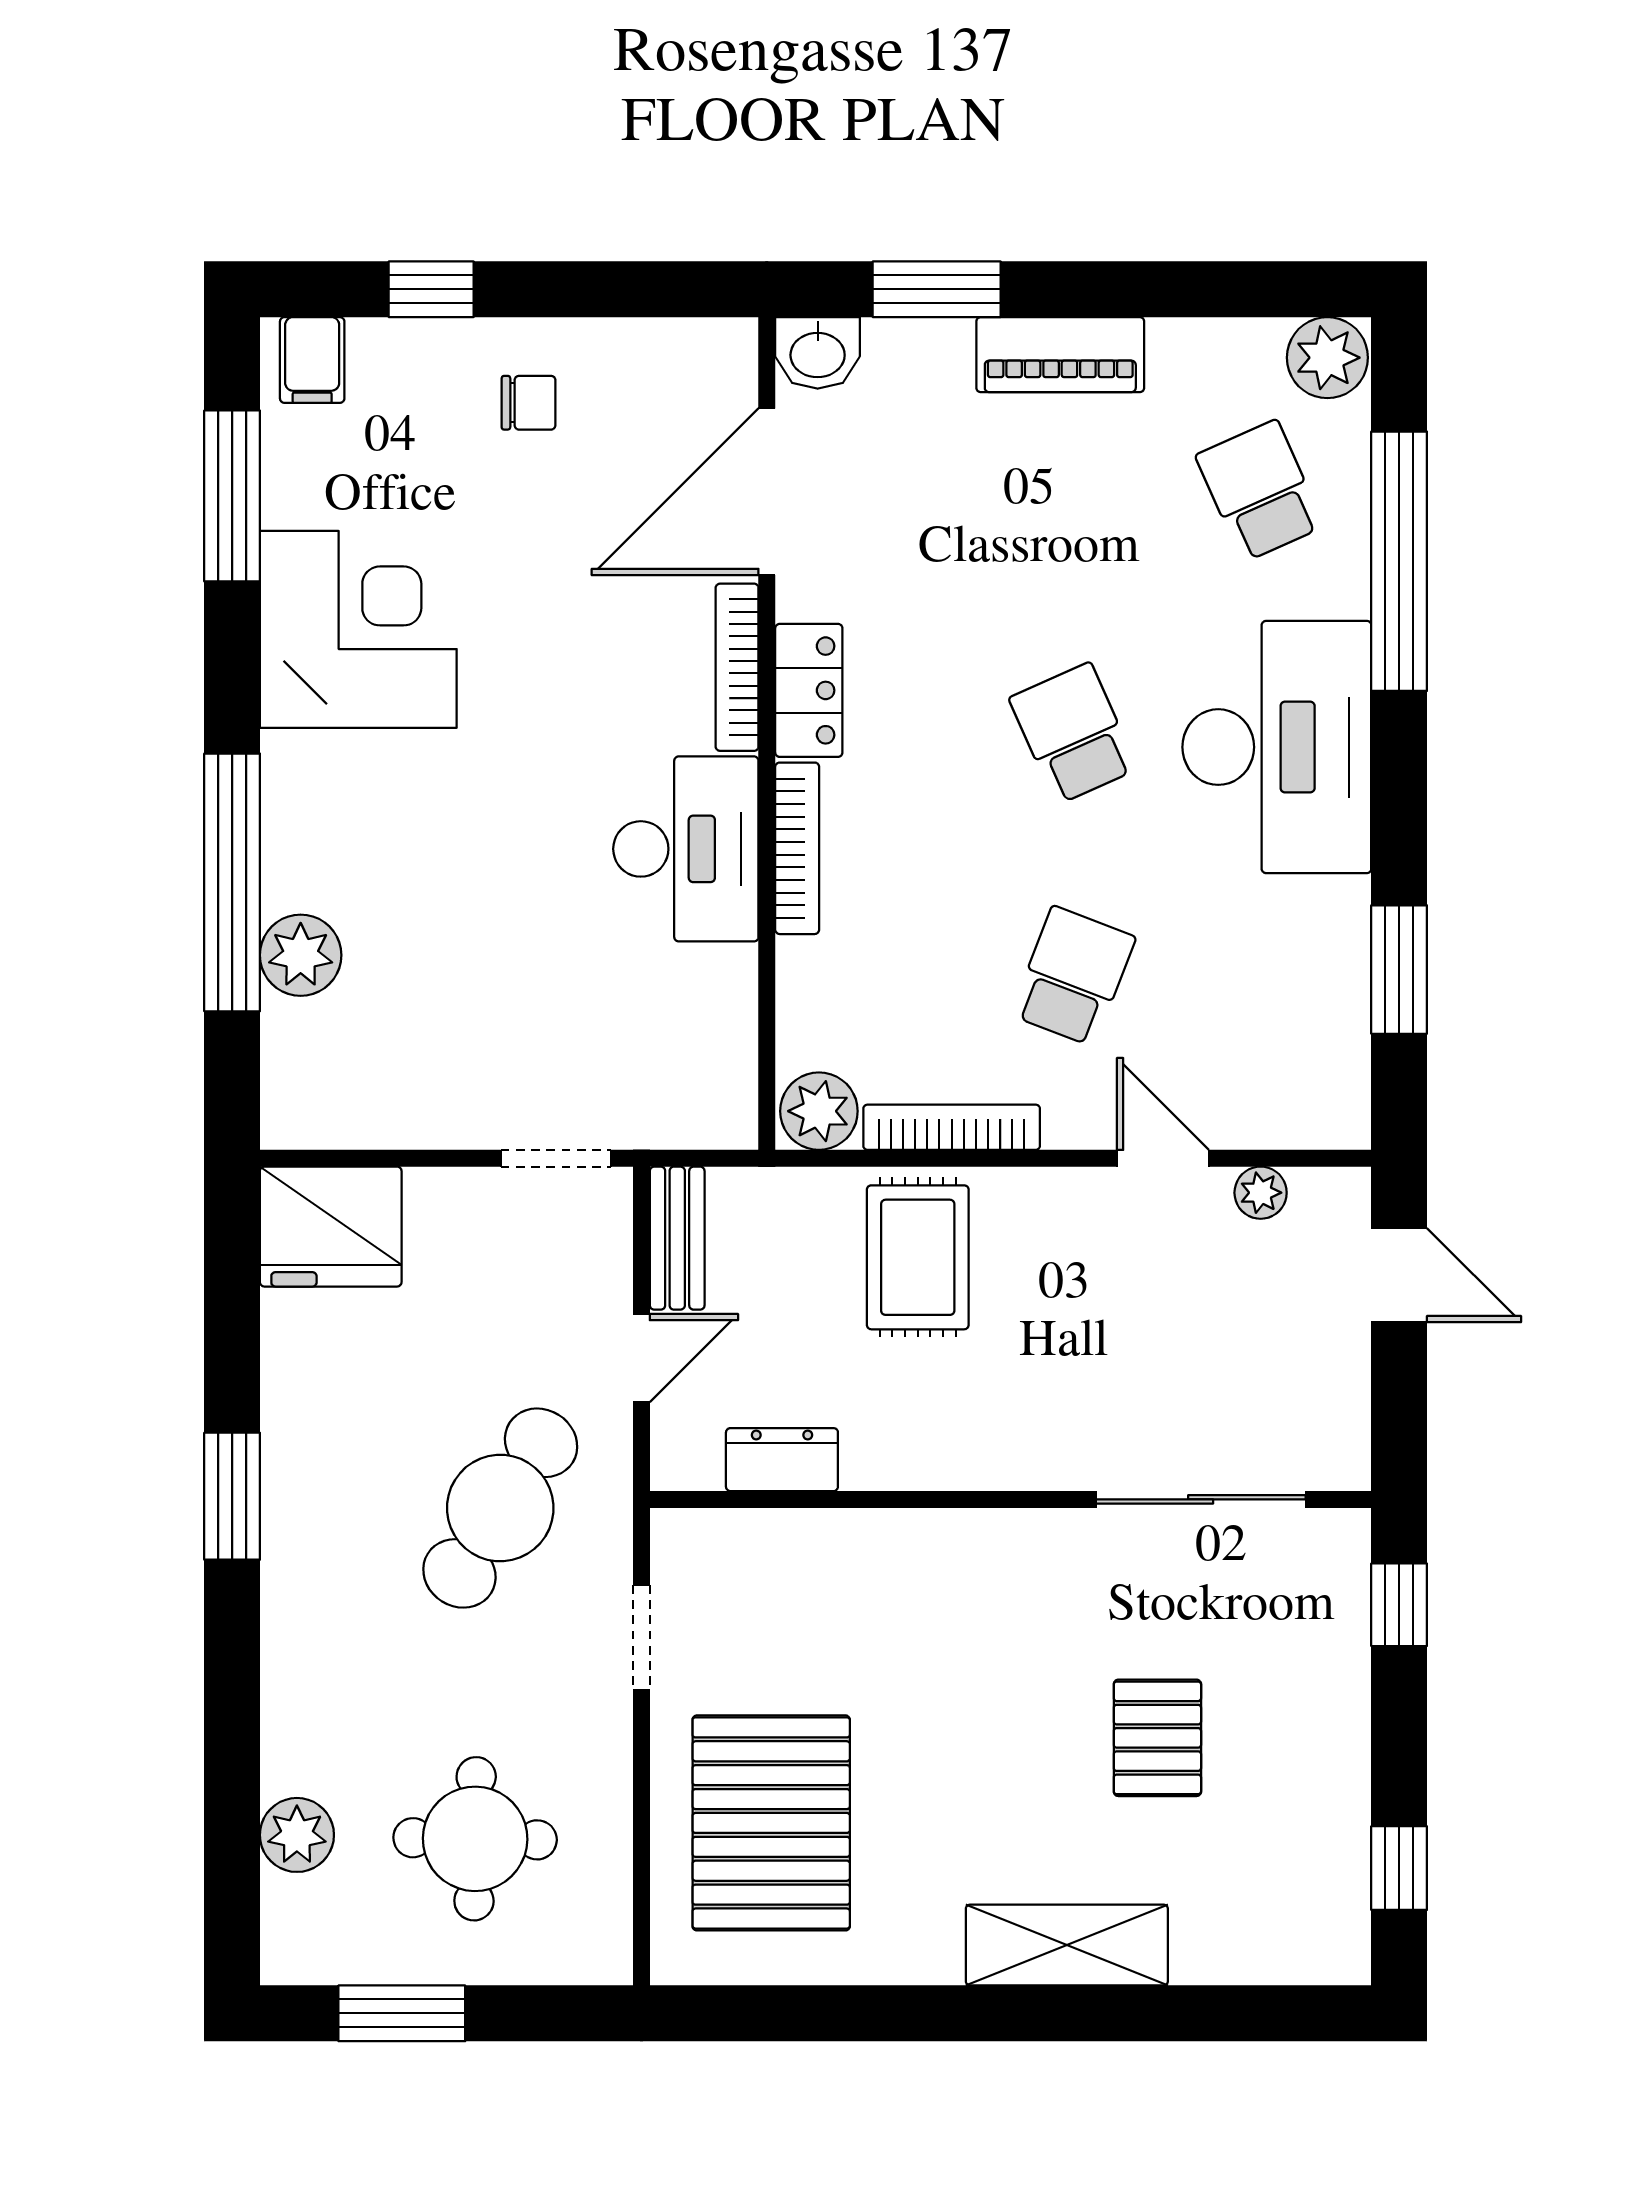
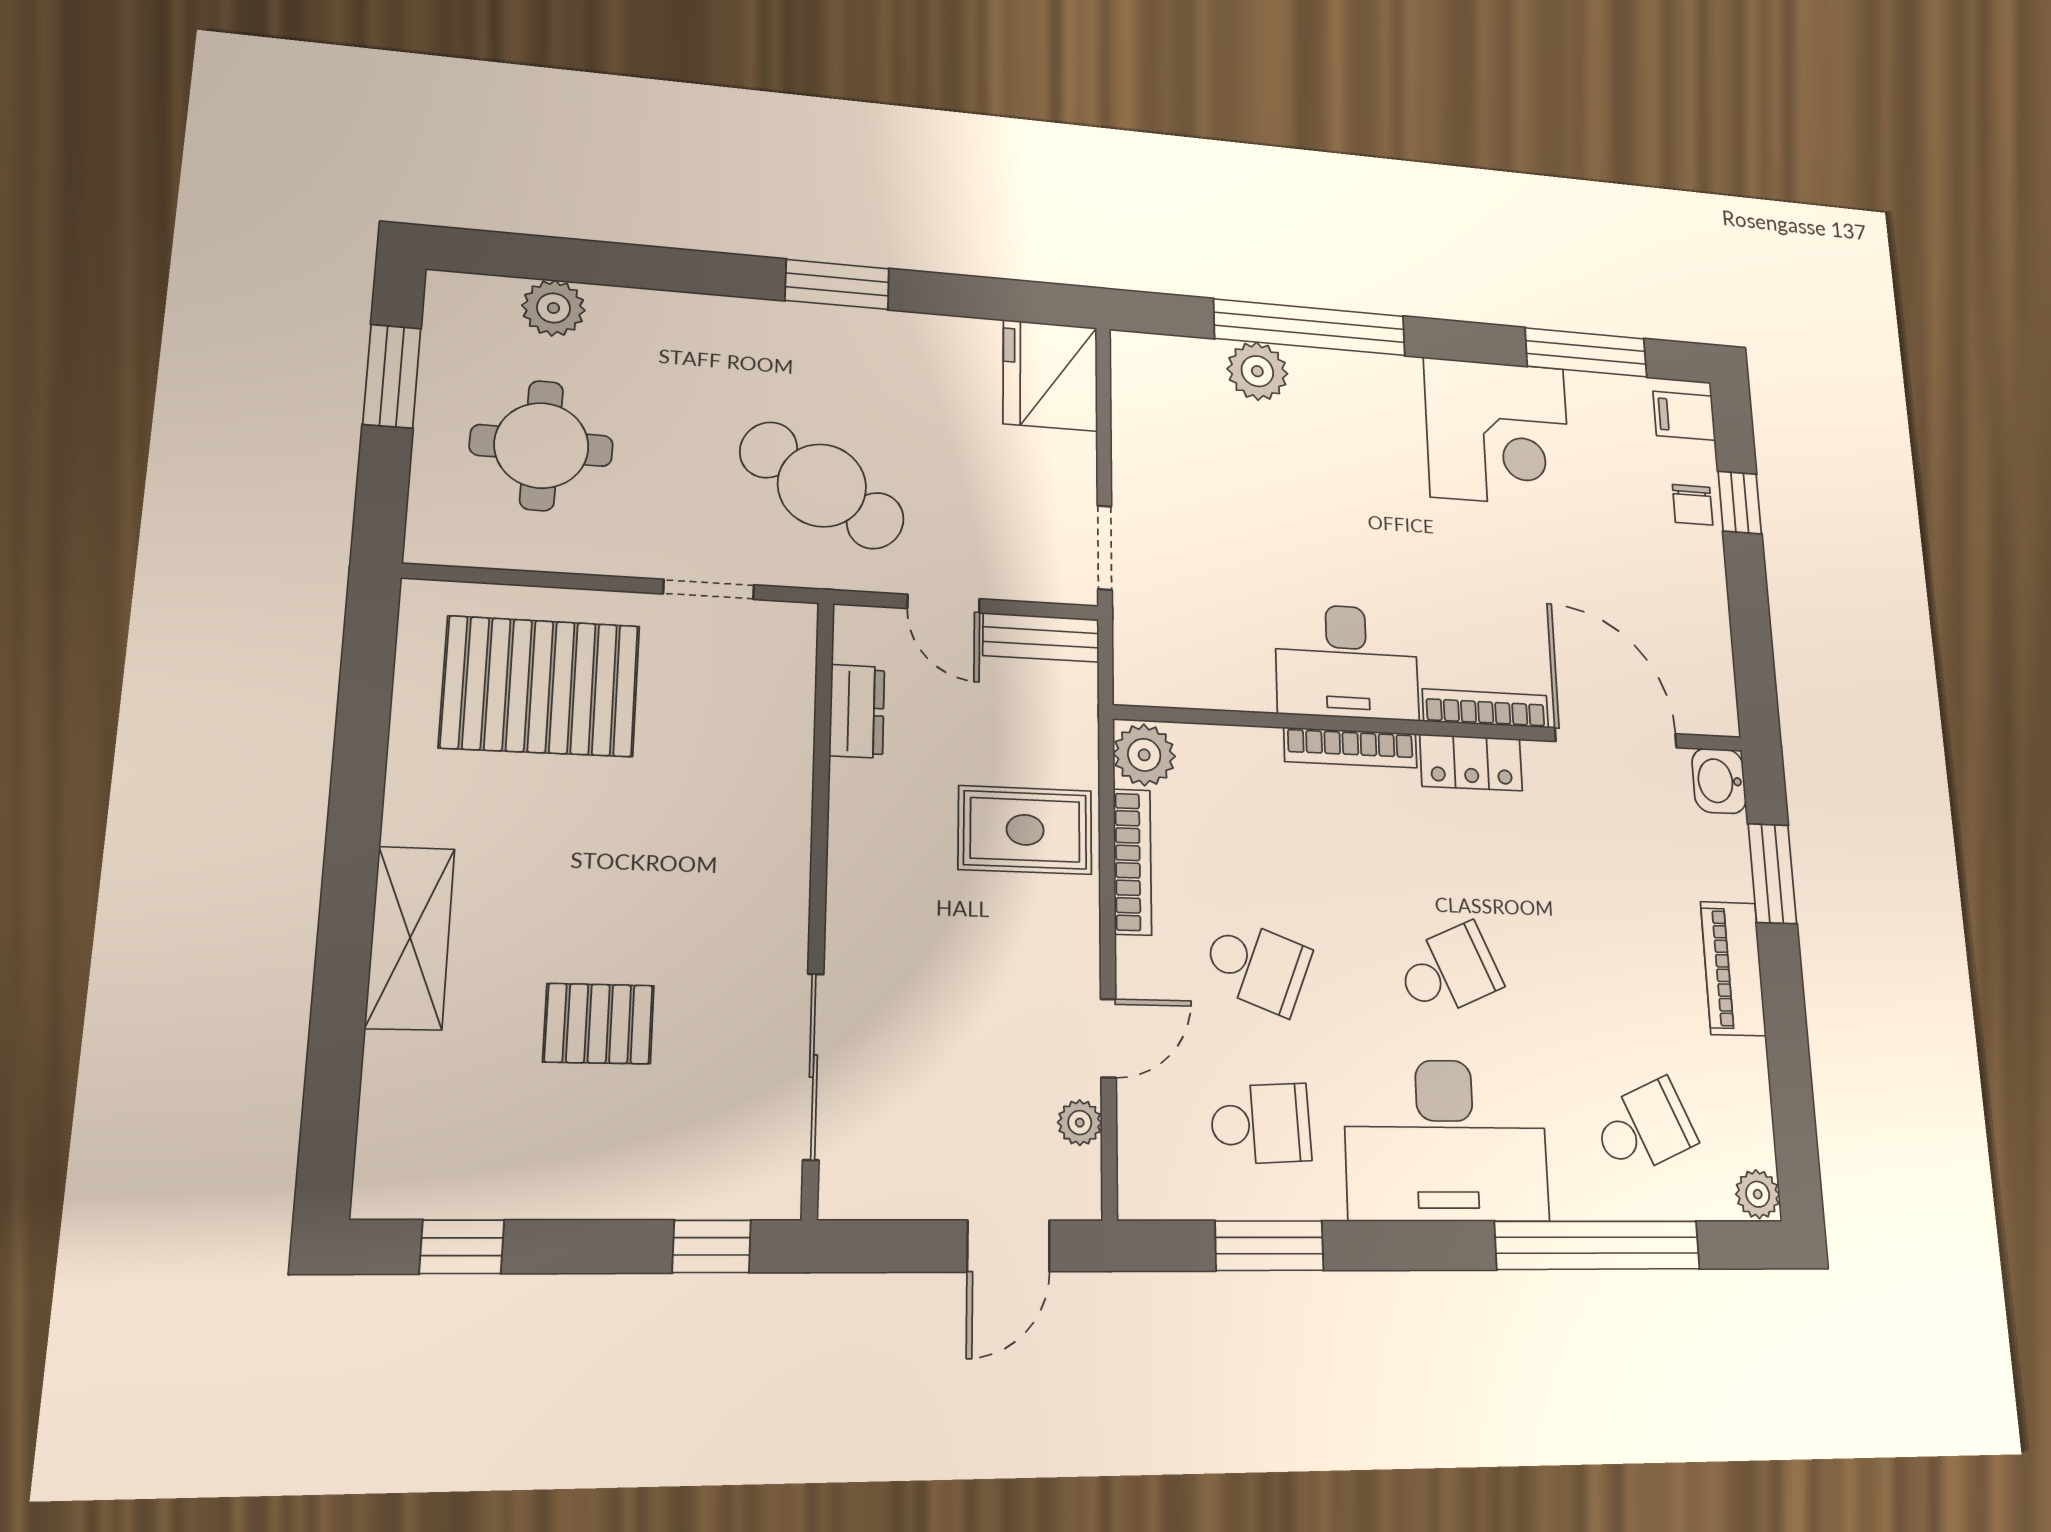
plant: (1327, 358) -> (1758, 1194), width x0.73, depth x0.73
chair: (529, 403) -> (1693, 505), moved
school desk: (1260, 976) -> (1261, 1124), added

